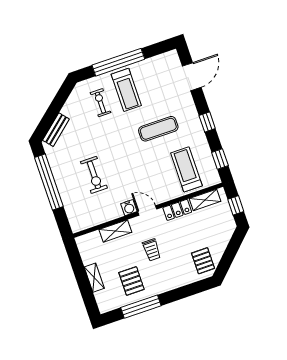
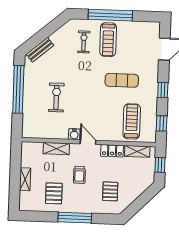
exercise bike: (94, 175) -> (56, 97), turned 180
pallet: (203, 261) -> (110, 191), moved
window: (141, 307) -> (75, 218), moved

